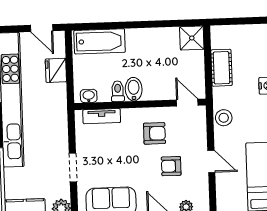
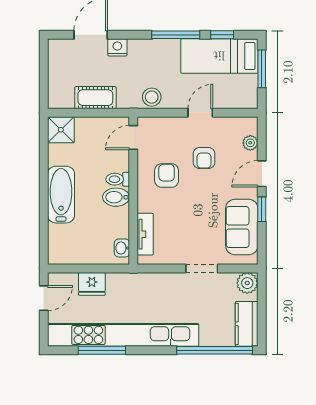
bathtub: (100, 41) -> (61, 195), moved
toilet: (118, 91) -> (118, 179), moved

